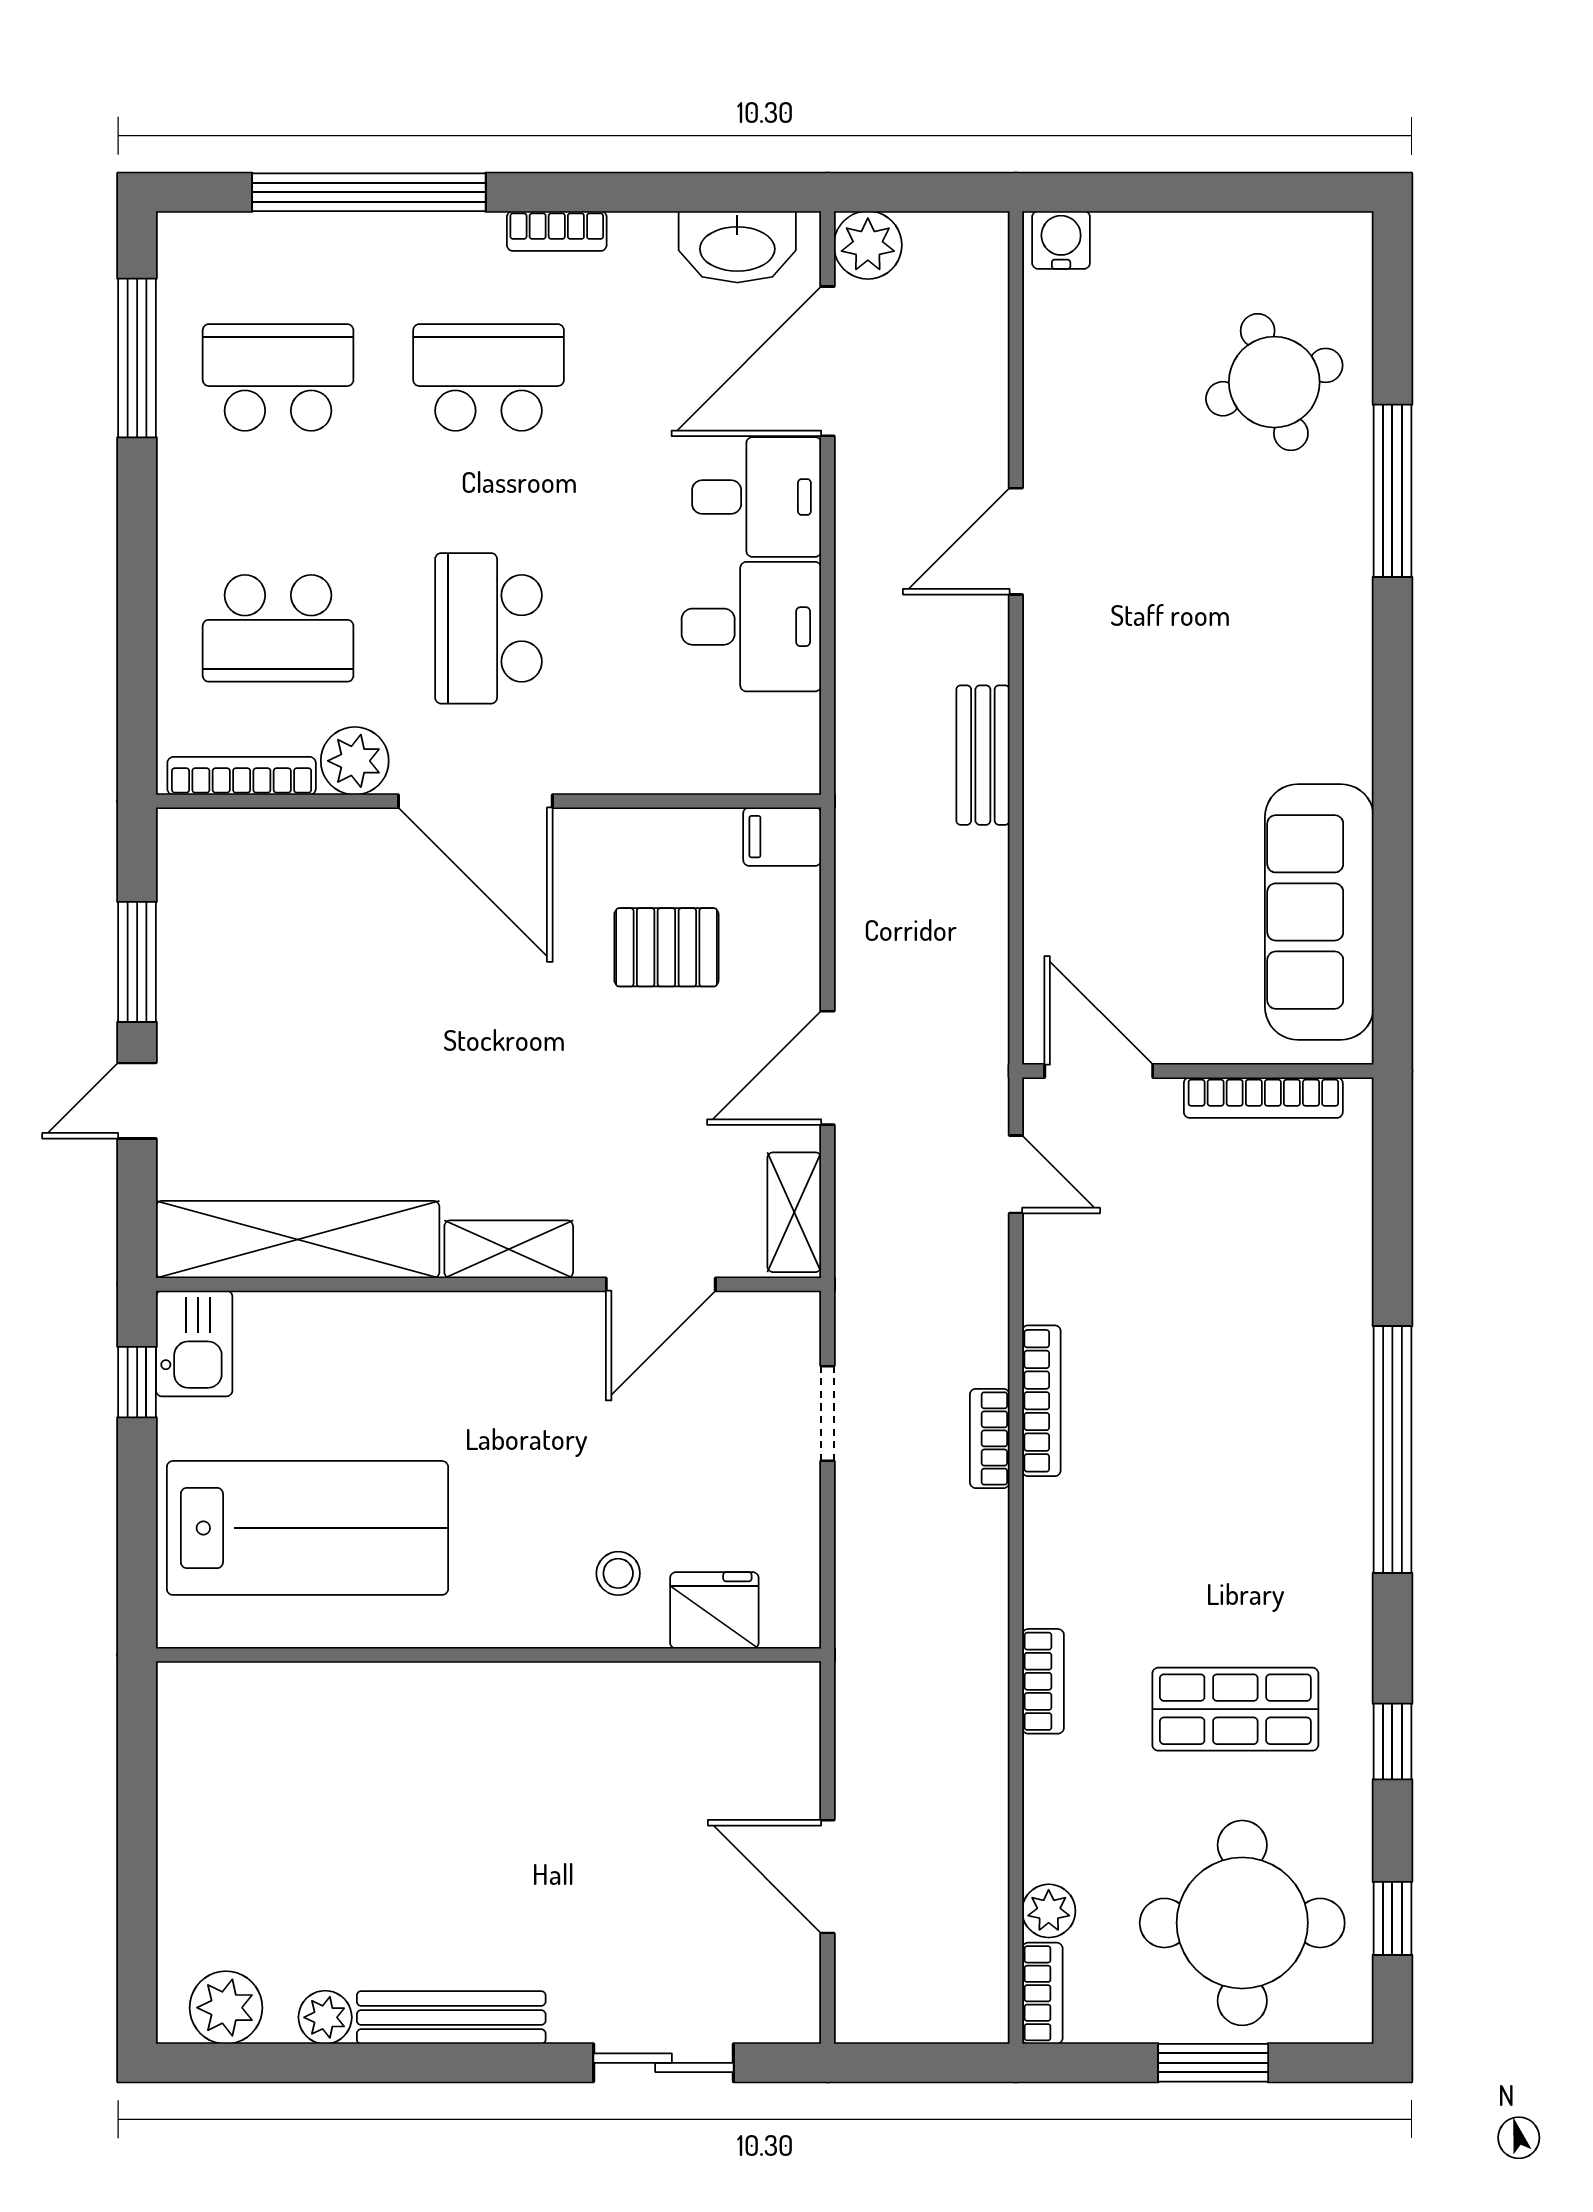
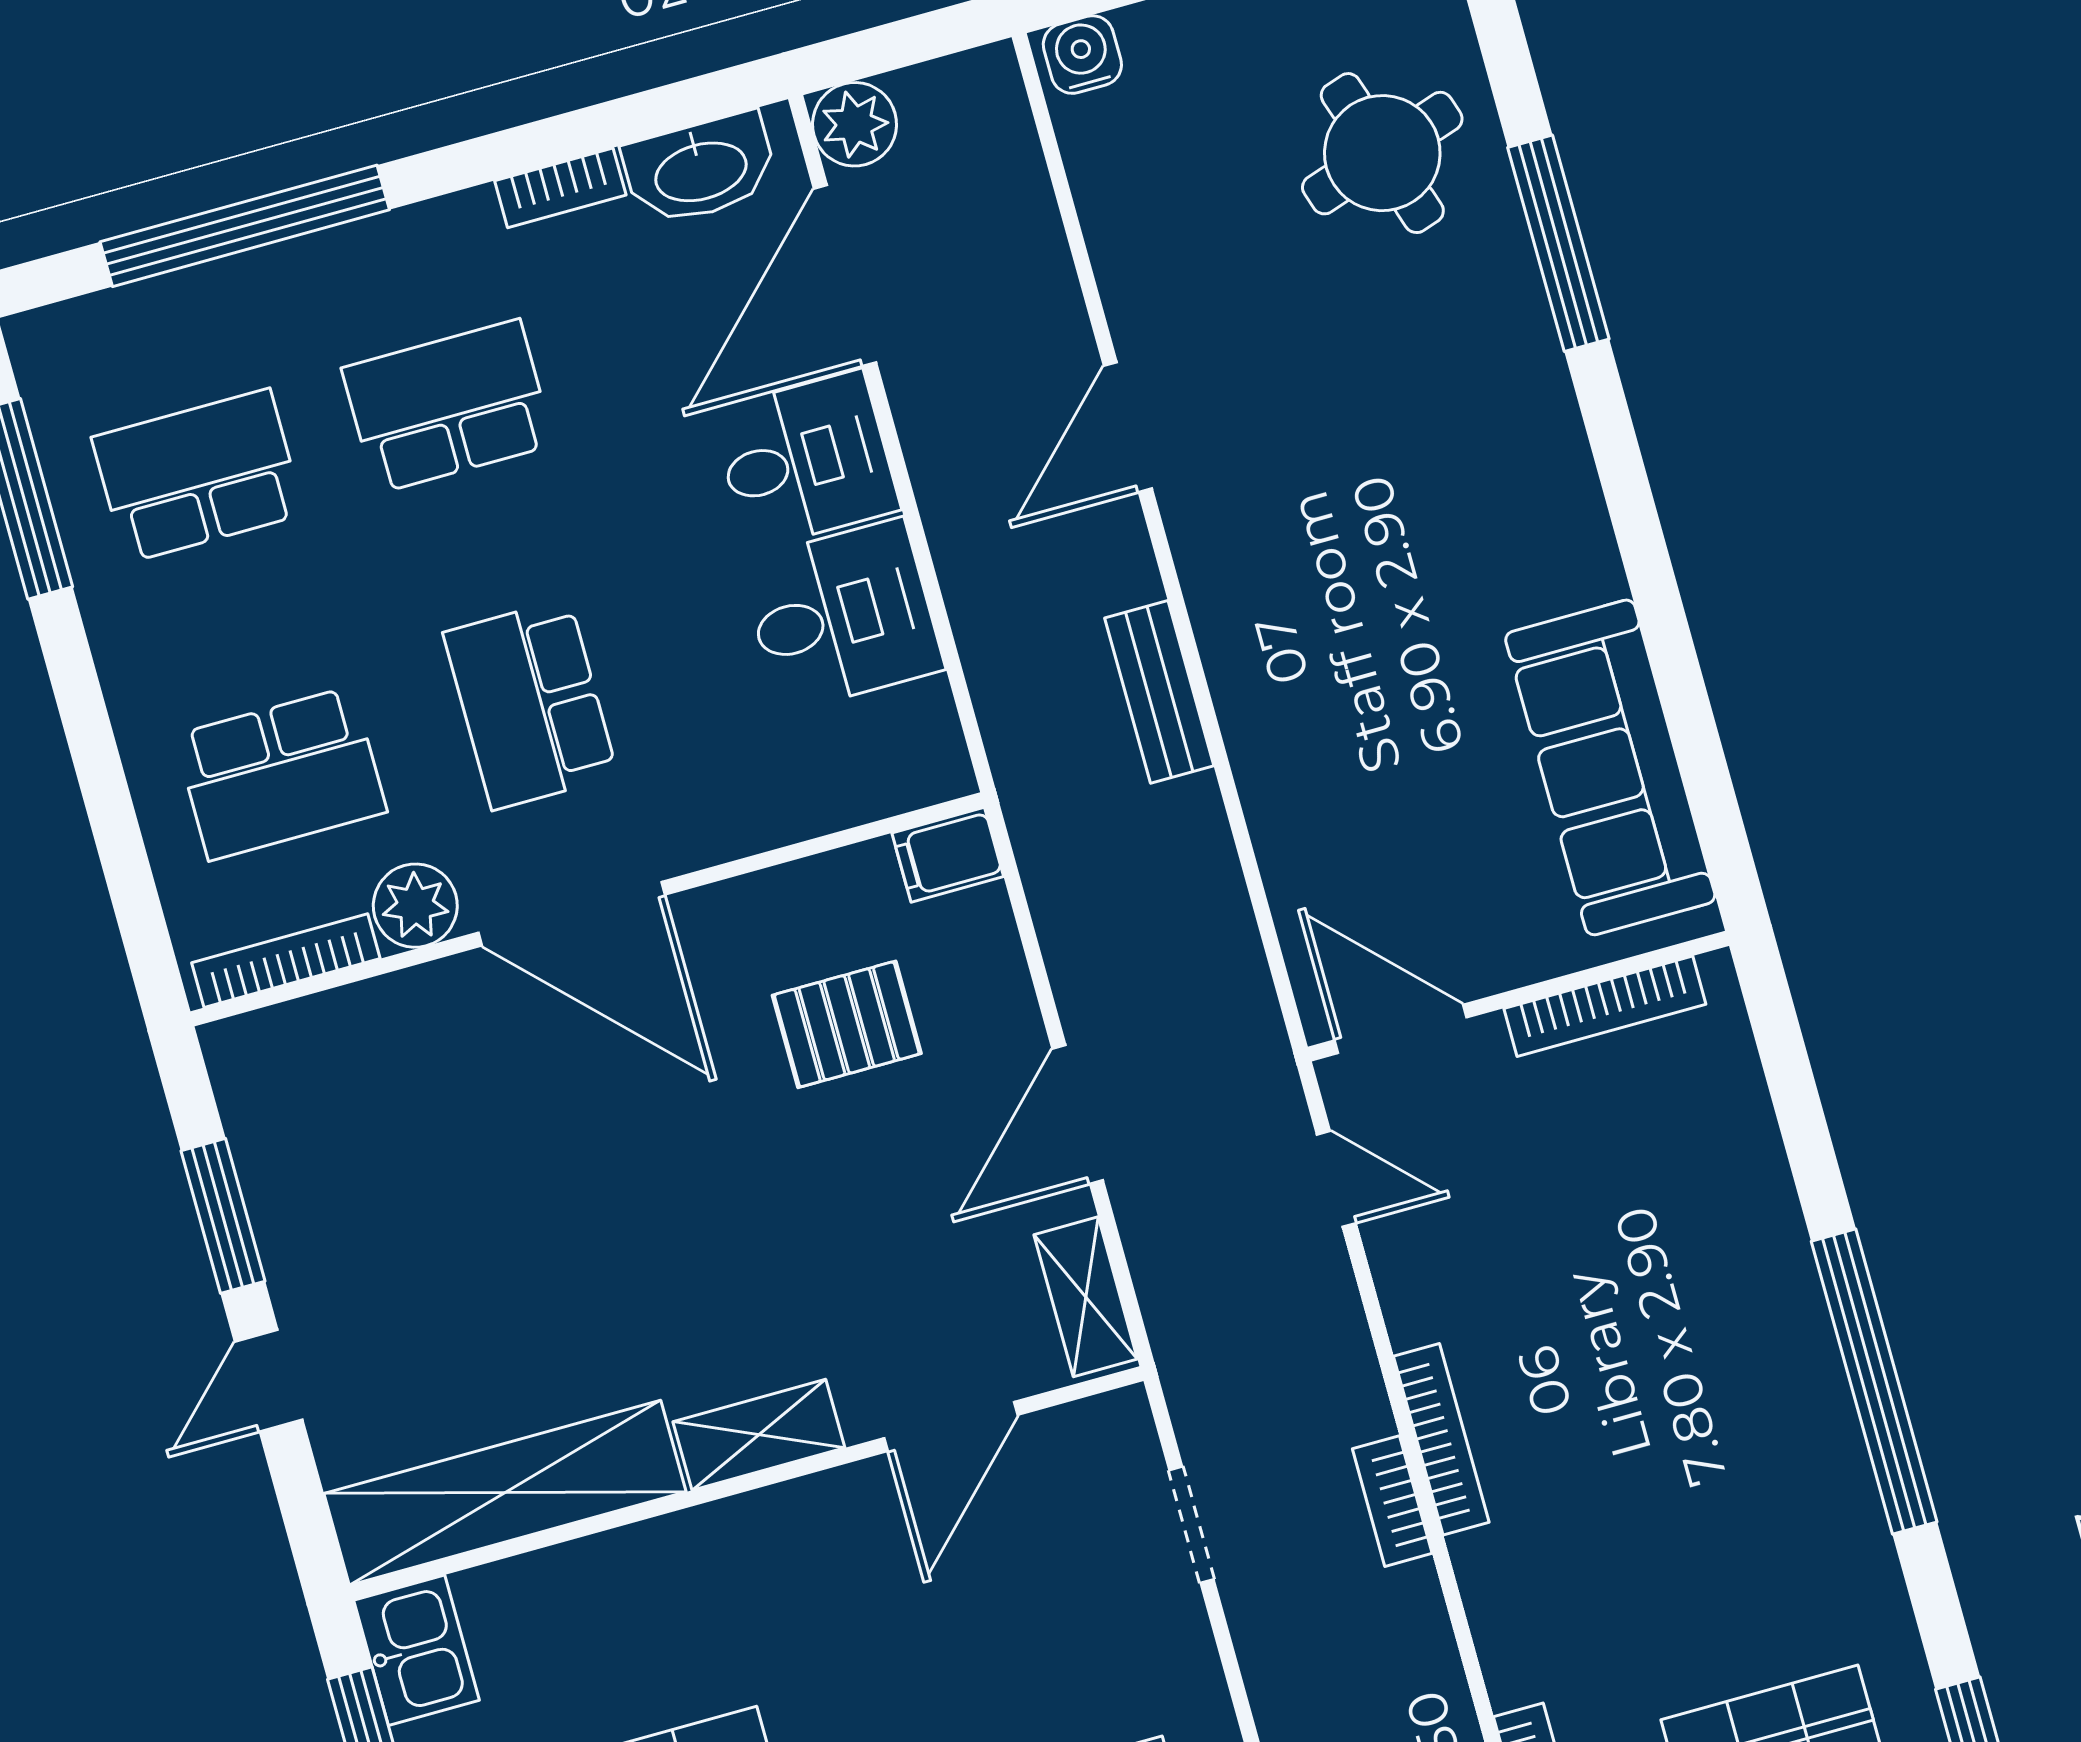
bookcase: (557, 231) -> (560, 188), moved

